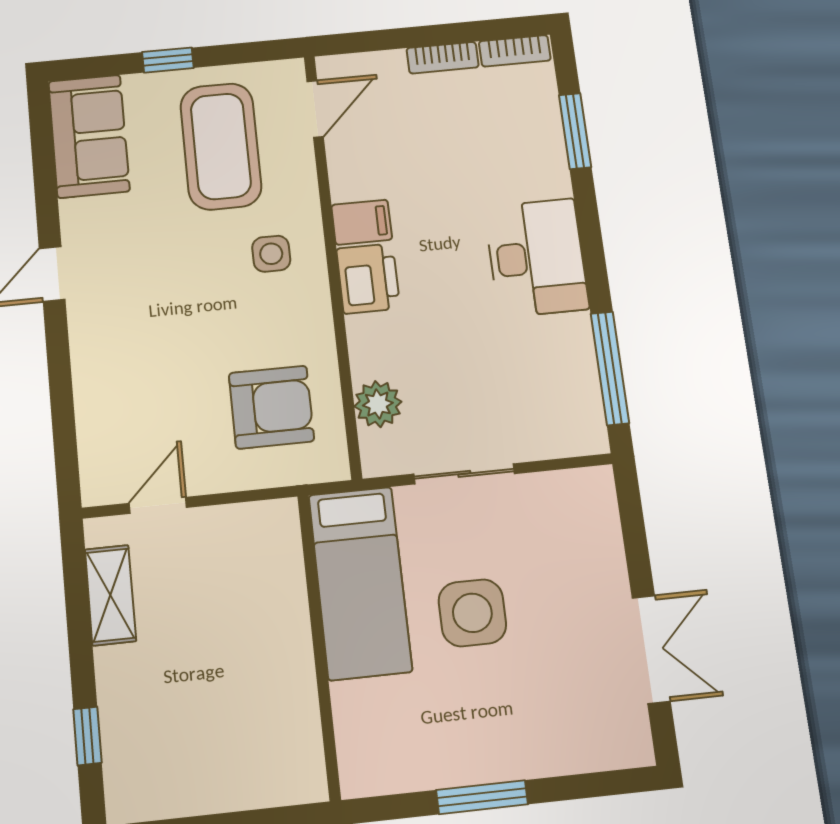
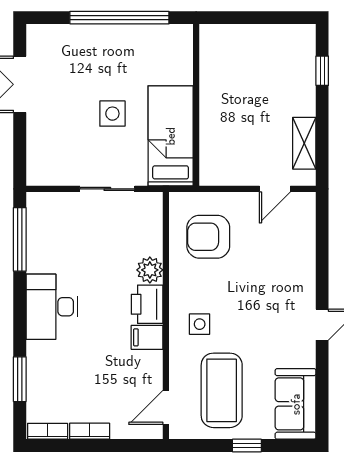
plant: (378, 404) -> (150, 270), moved
side table: (472, 613) -> (112, 114), width x0.73, depth x0.73
window: (482, 797) -> (119, 18), width x2.11

